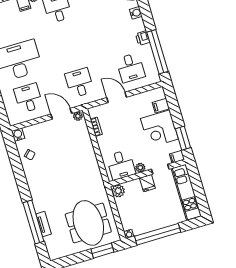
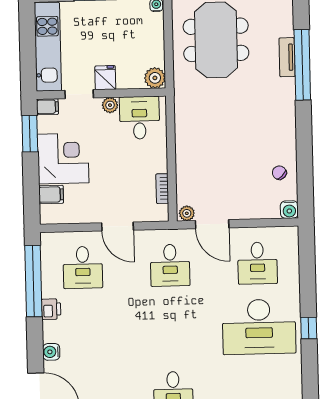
desk: (131, 68) -> (83, 267), turned 180

